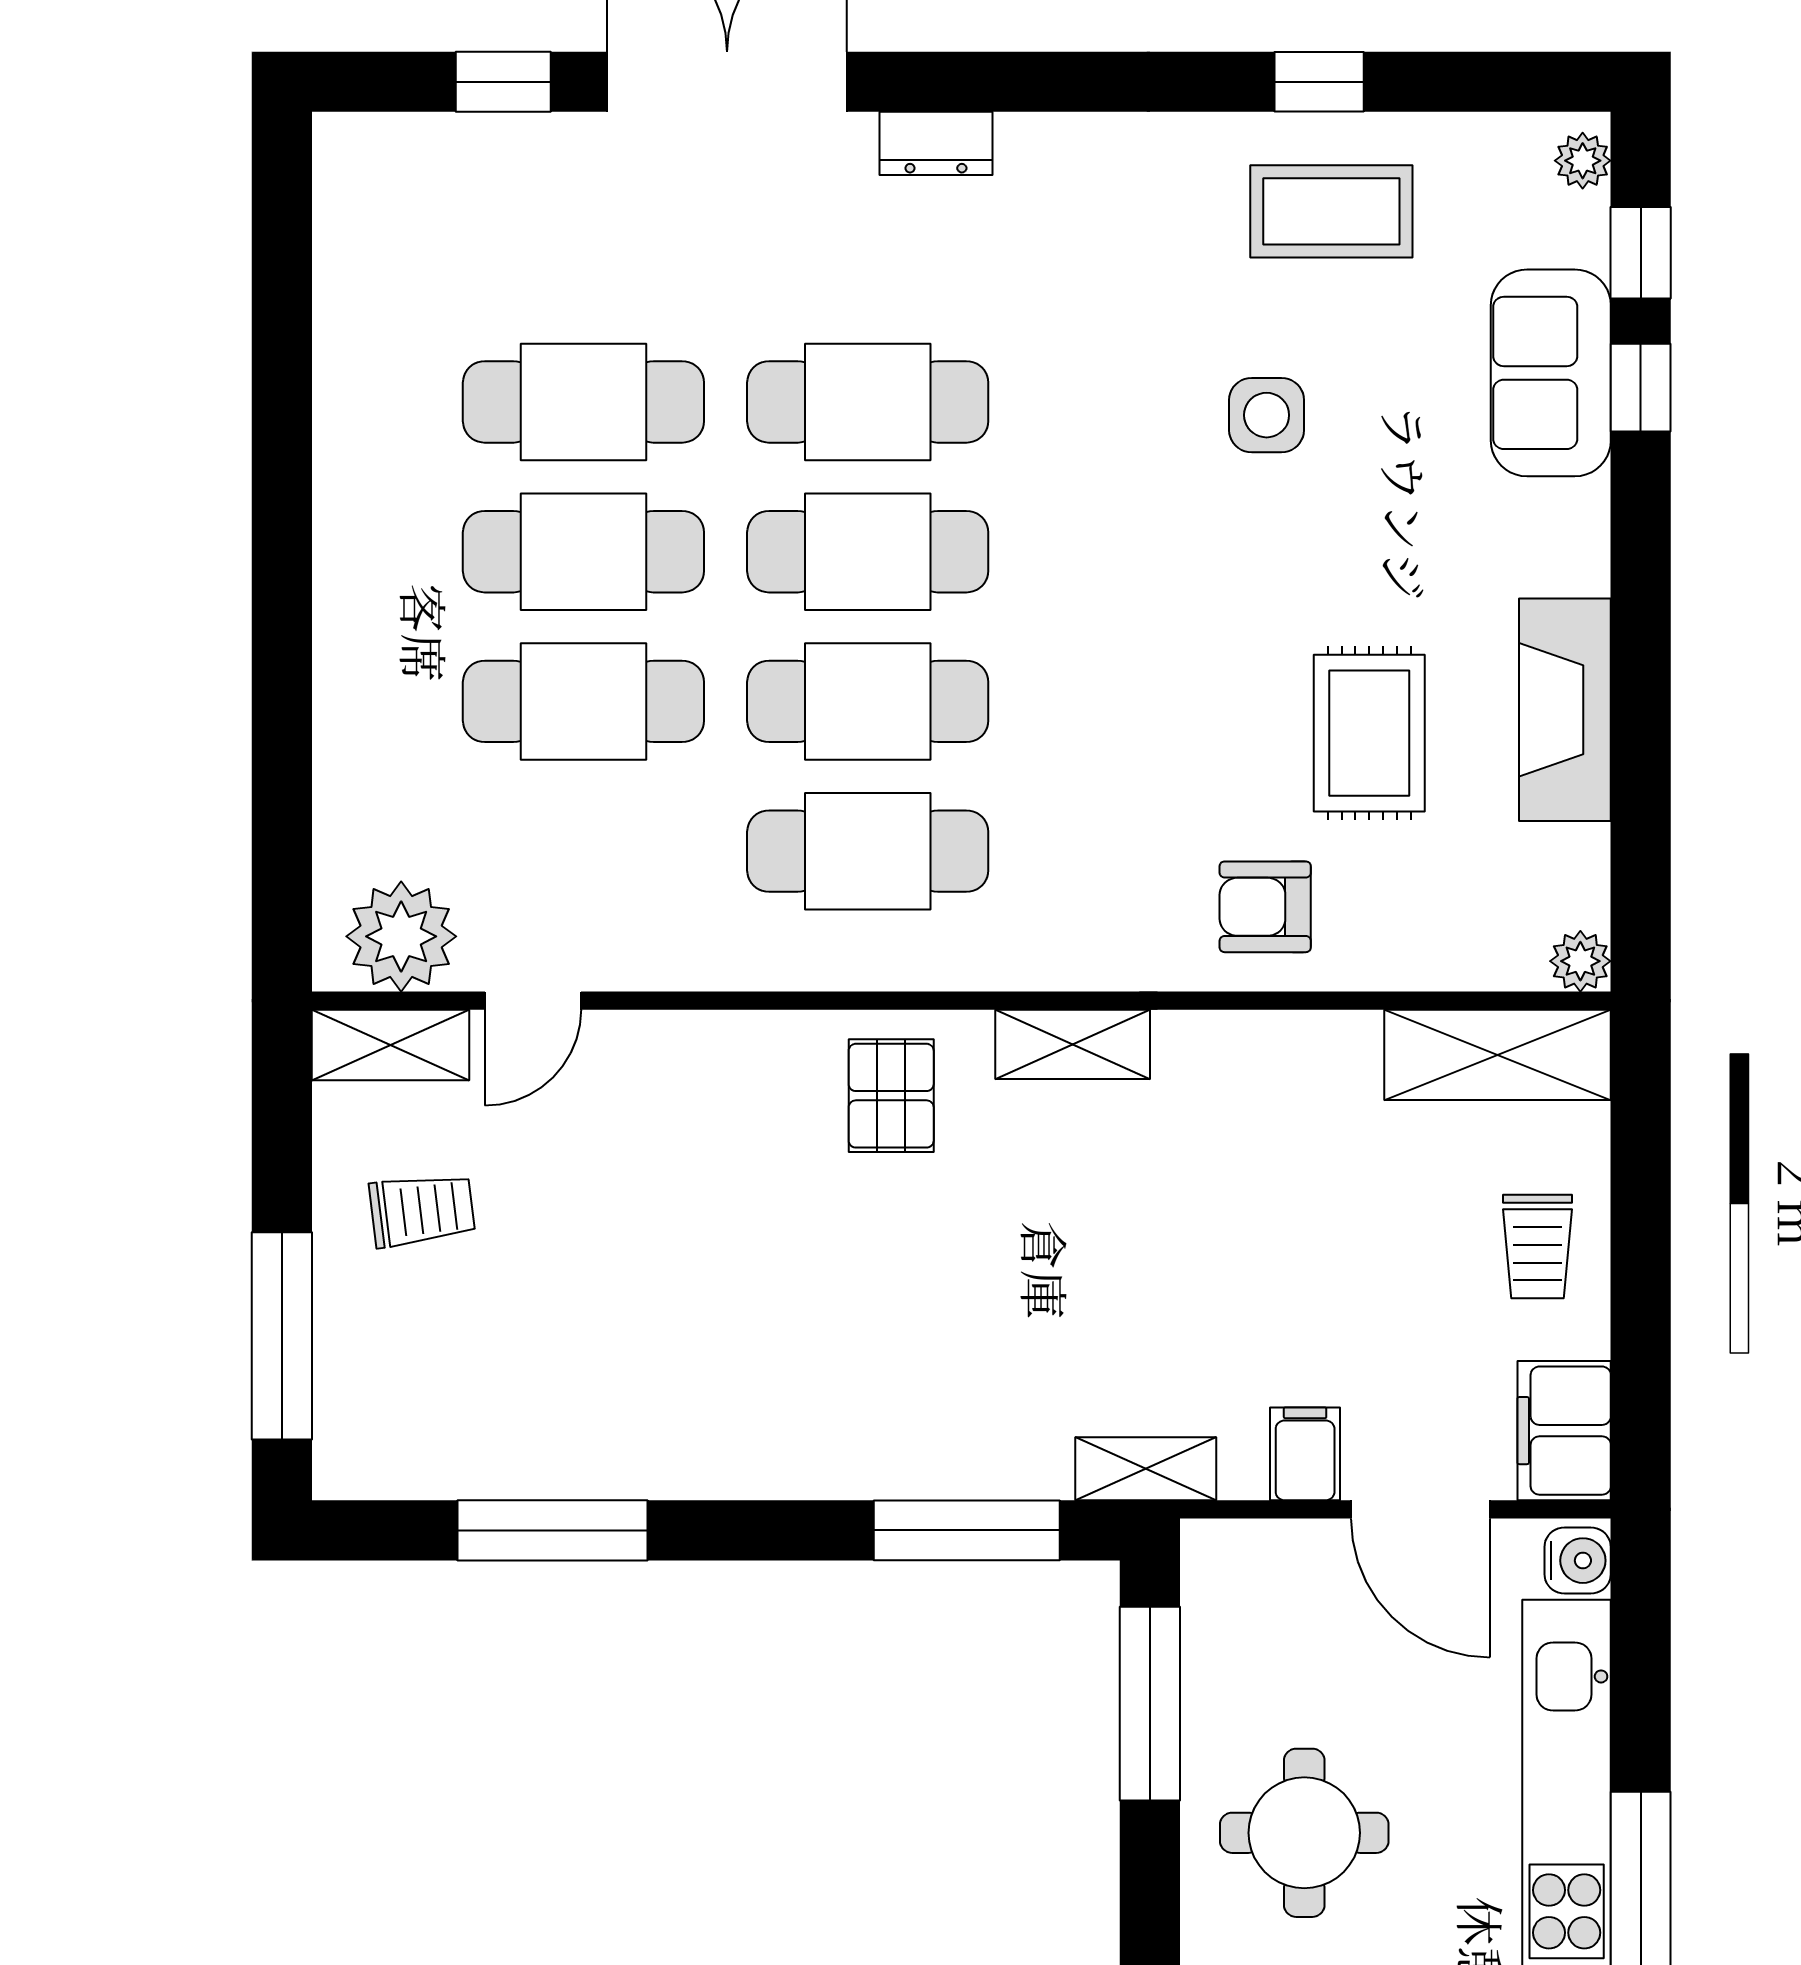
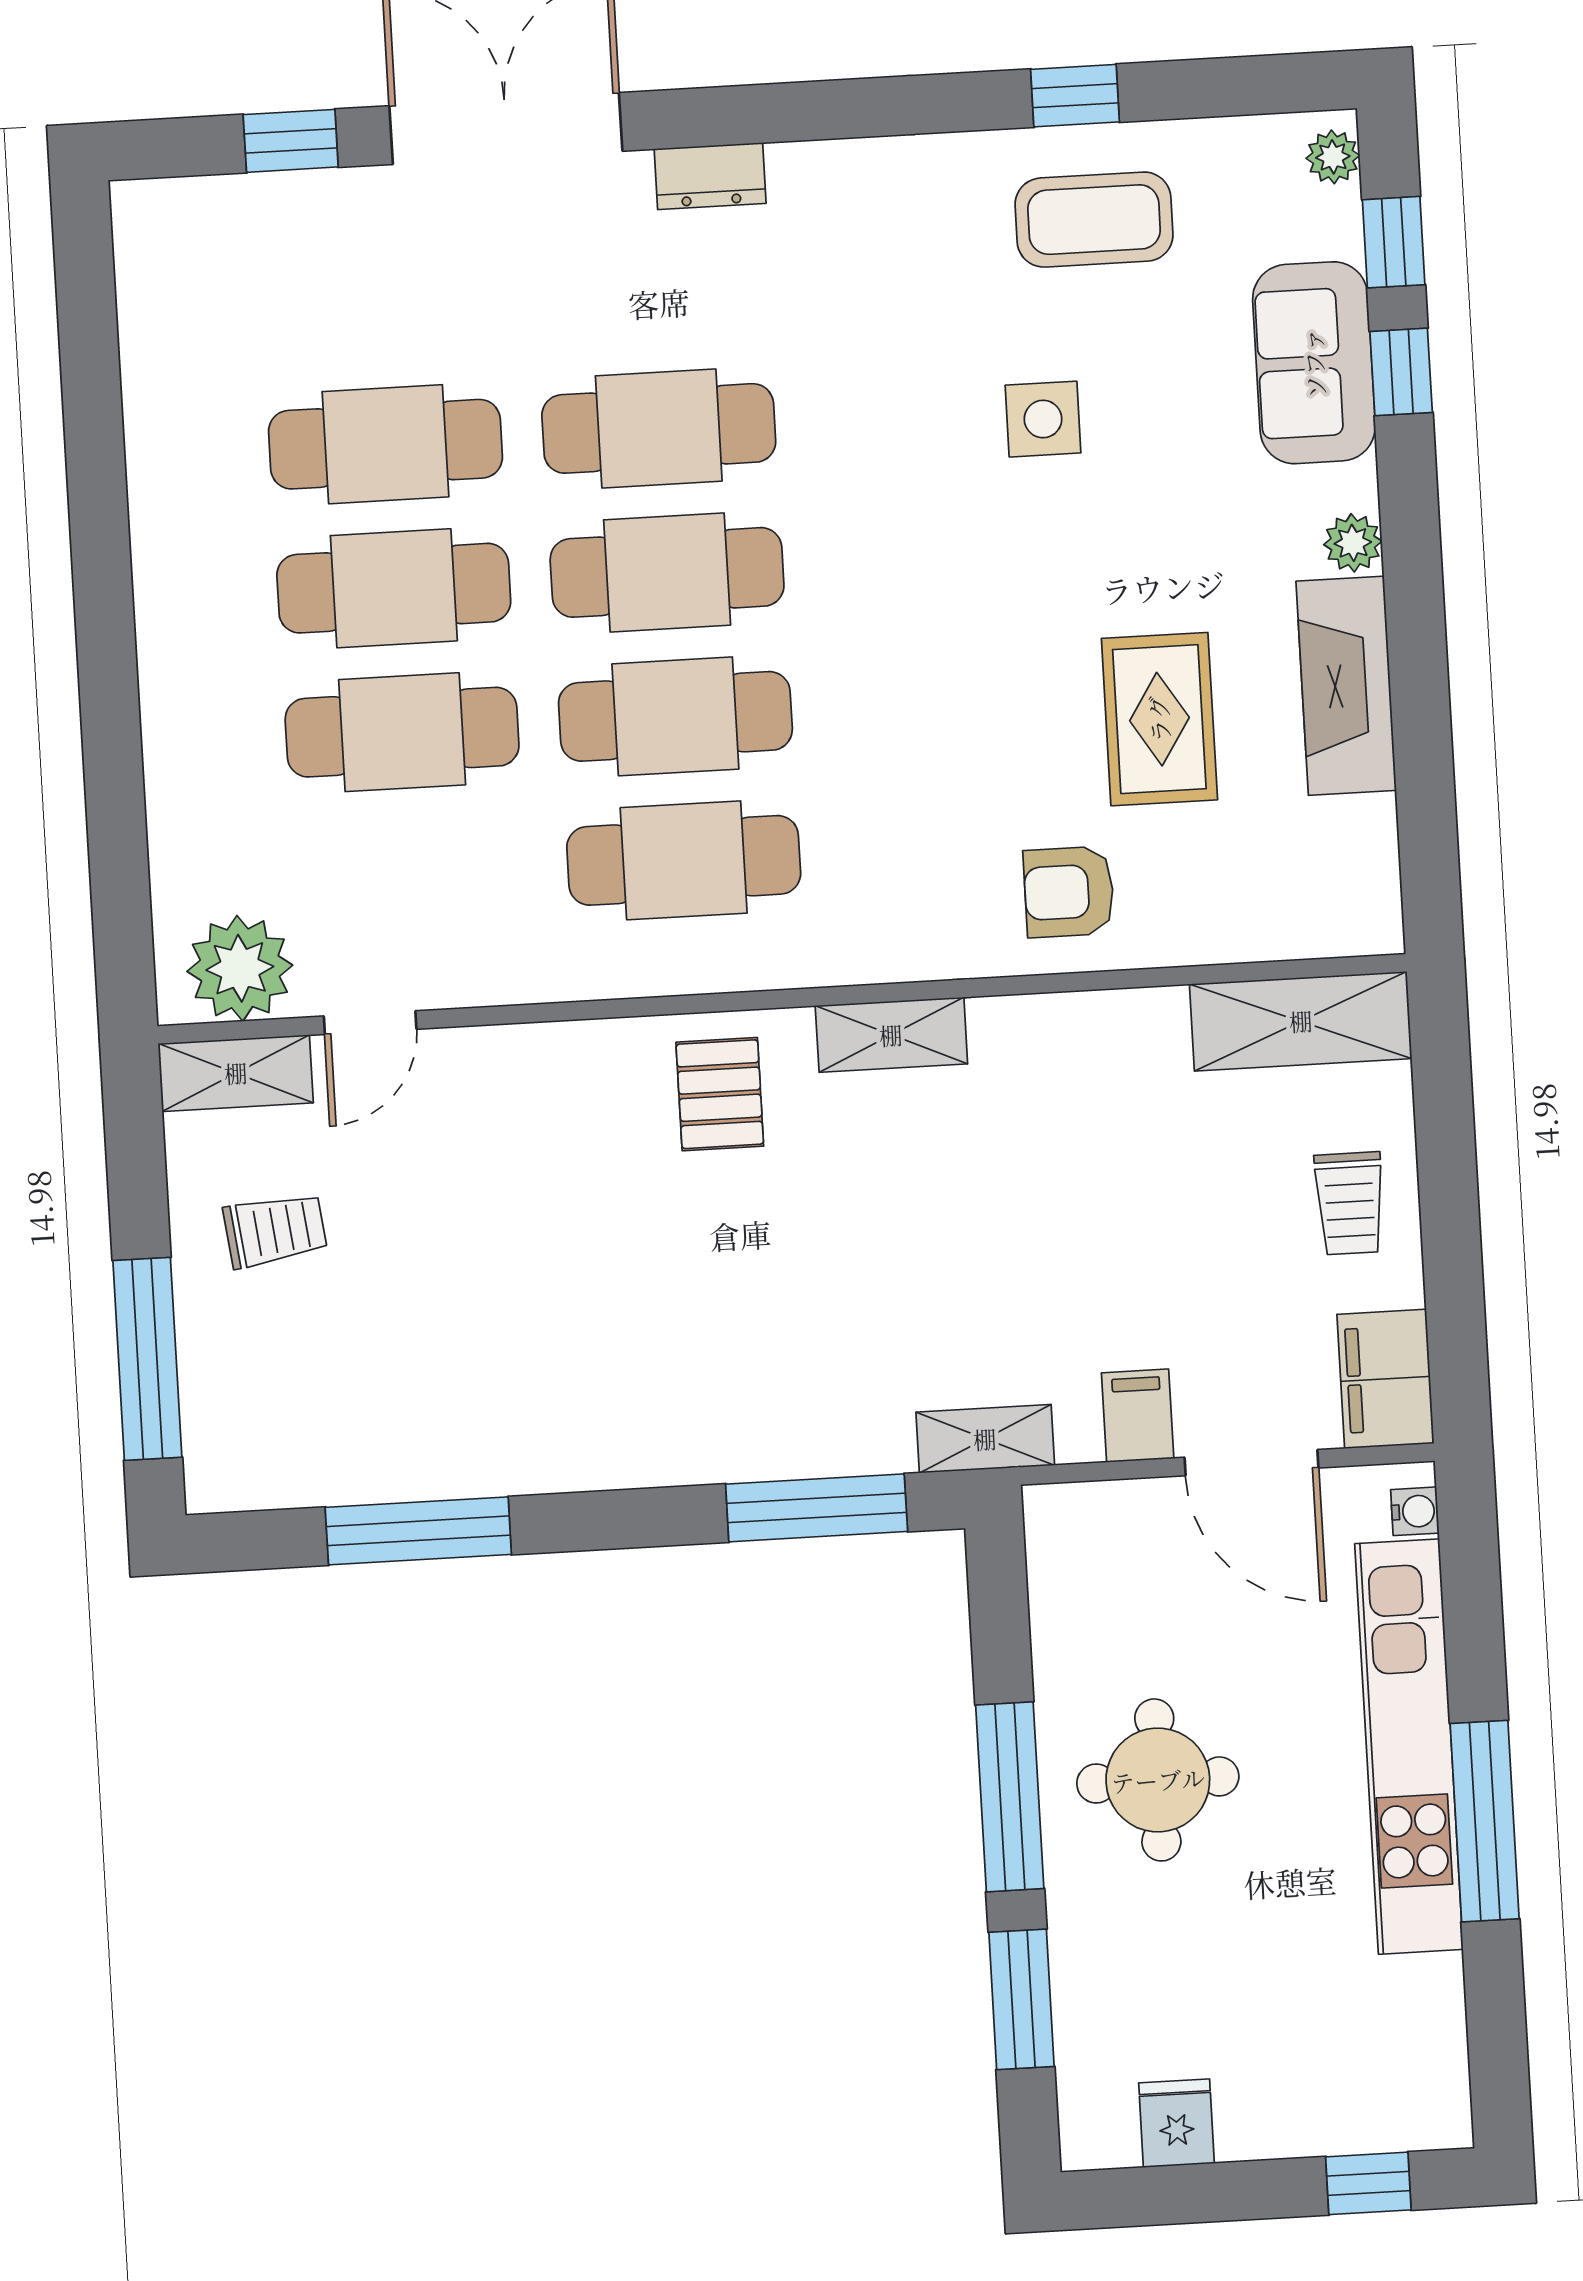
plant: (1580, 961) -> (1353, 543), moved
water cooler: (1578, 1561) -> (1415, 1511), width x0.72, depth x0.72
window: (1150, 1704) -> (1010, 1797), moved

